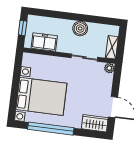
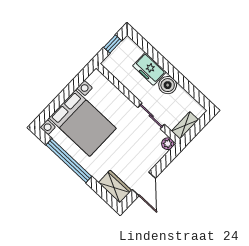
freezer: (44, 42) -> (149, 69), moved, turned 180

